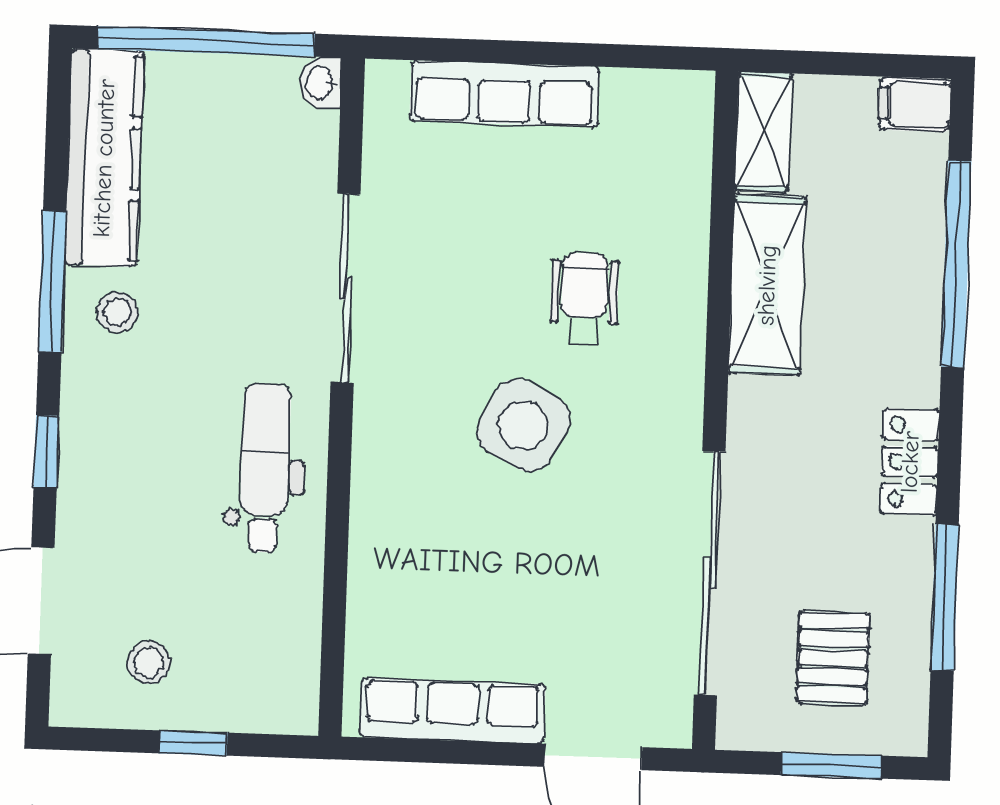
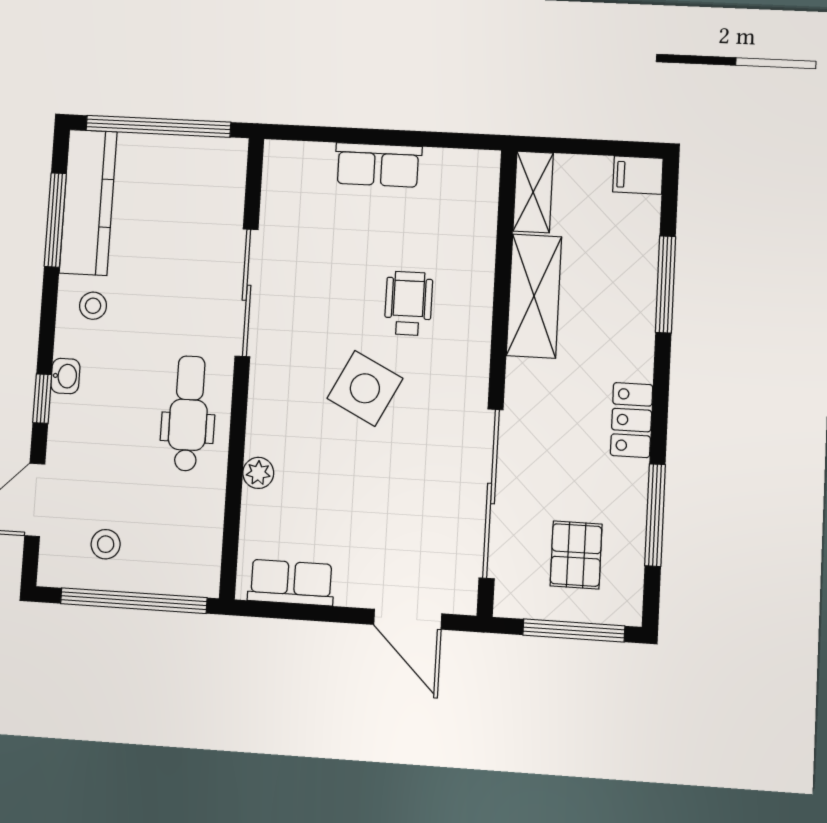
washbasin: (320, 83) -> (65, 376), moved, turned 180
row of seats: (505, 94) -> (378, 165), width x0.68
window: (956, 264) -> (665, 284), width x0.68
window: (52, 281) -> (55, 220), moved
plant: (370, 552) -> (258, 473), added
row of seats: (453, 711) -> (291, 583), width x0.68
window: (193, 743) -> (134, 601), width x3.17
window: (831, 765) -> (574, 630), width x1.44

